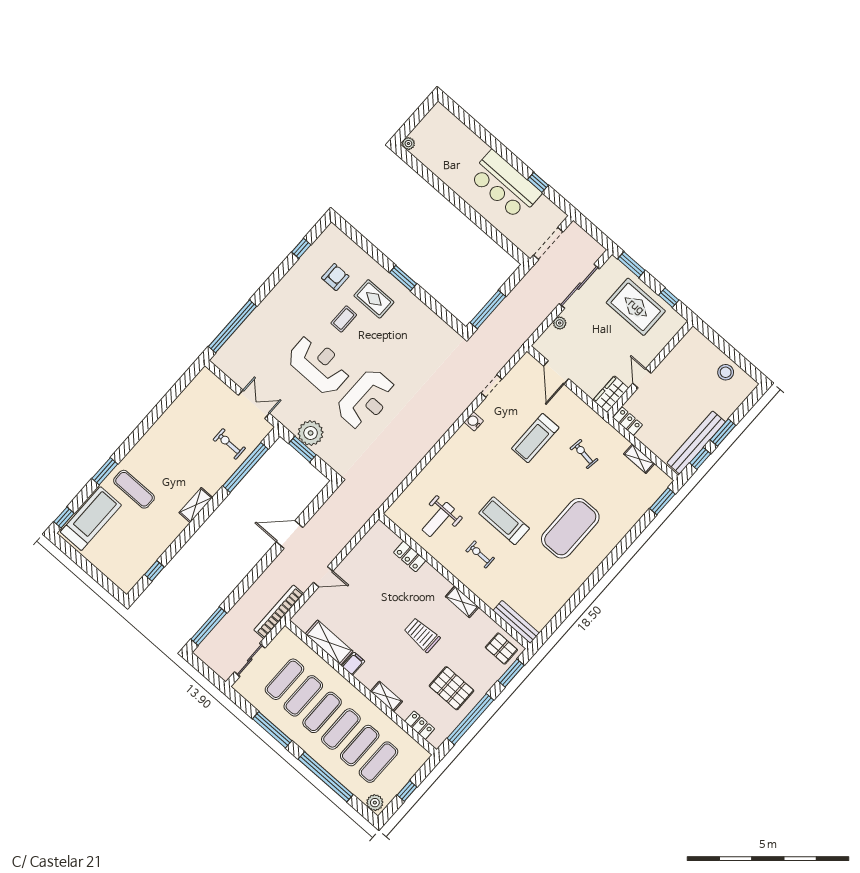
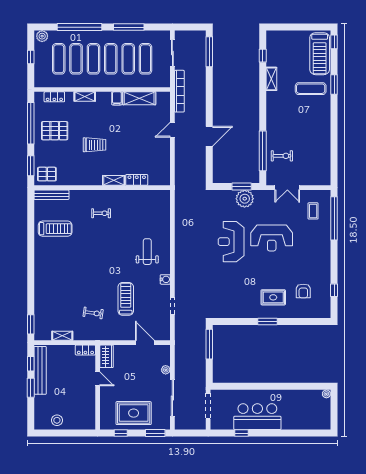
coffee table: (344, 319) -> (313, 211), moved
shelving: (196, 505) -> (271, 79), moved
weight bench: (438, 519) -> (147, 252), moved
treadmill: (504, 521) -> (55, 229), moved
exercise mat: (570, 528) -> (66, 268), removed
shelving: (462, 602) -> (114, 180), moved

